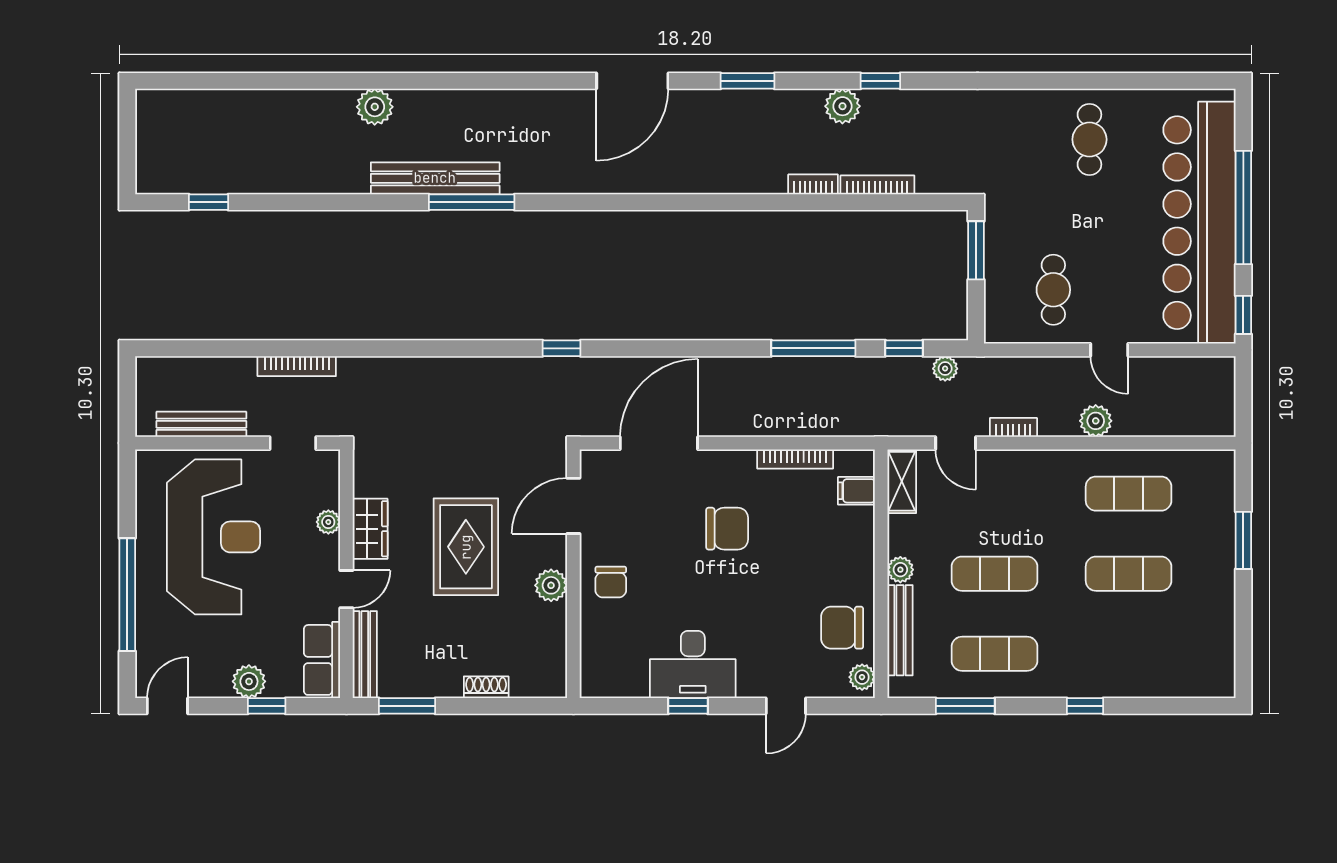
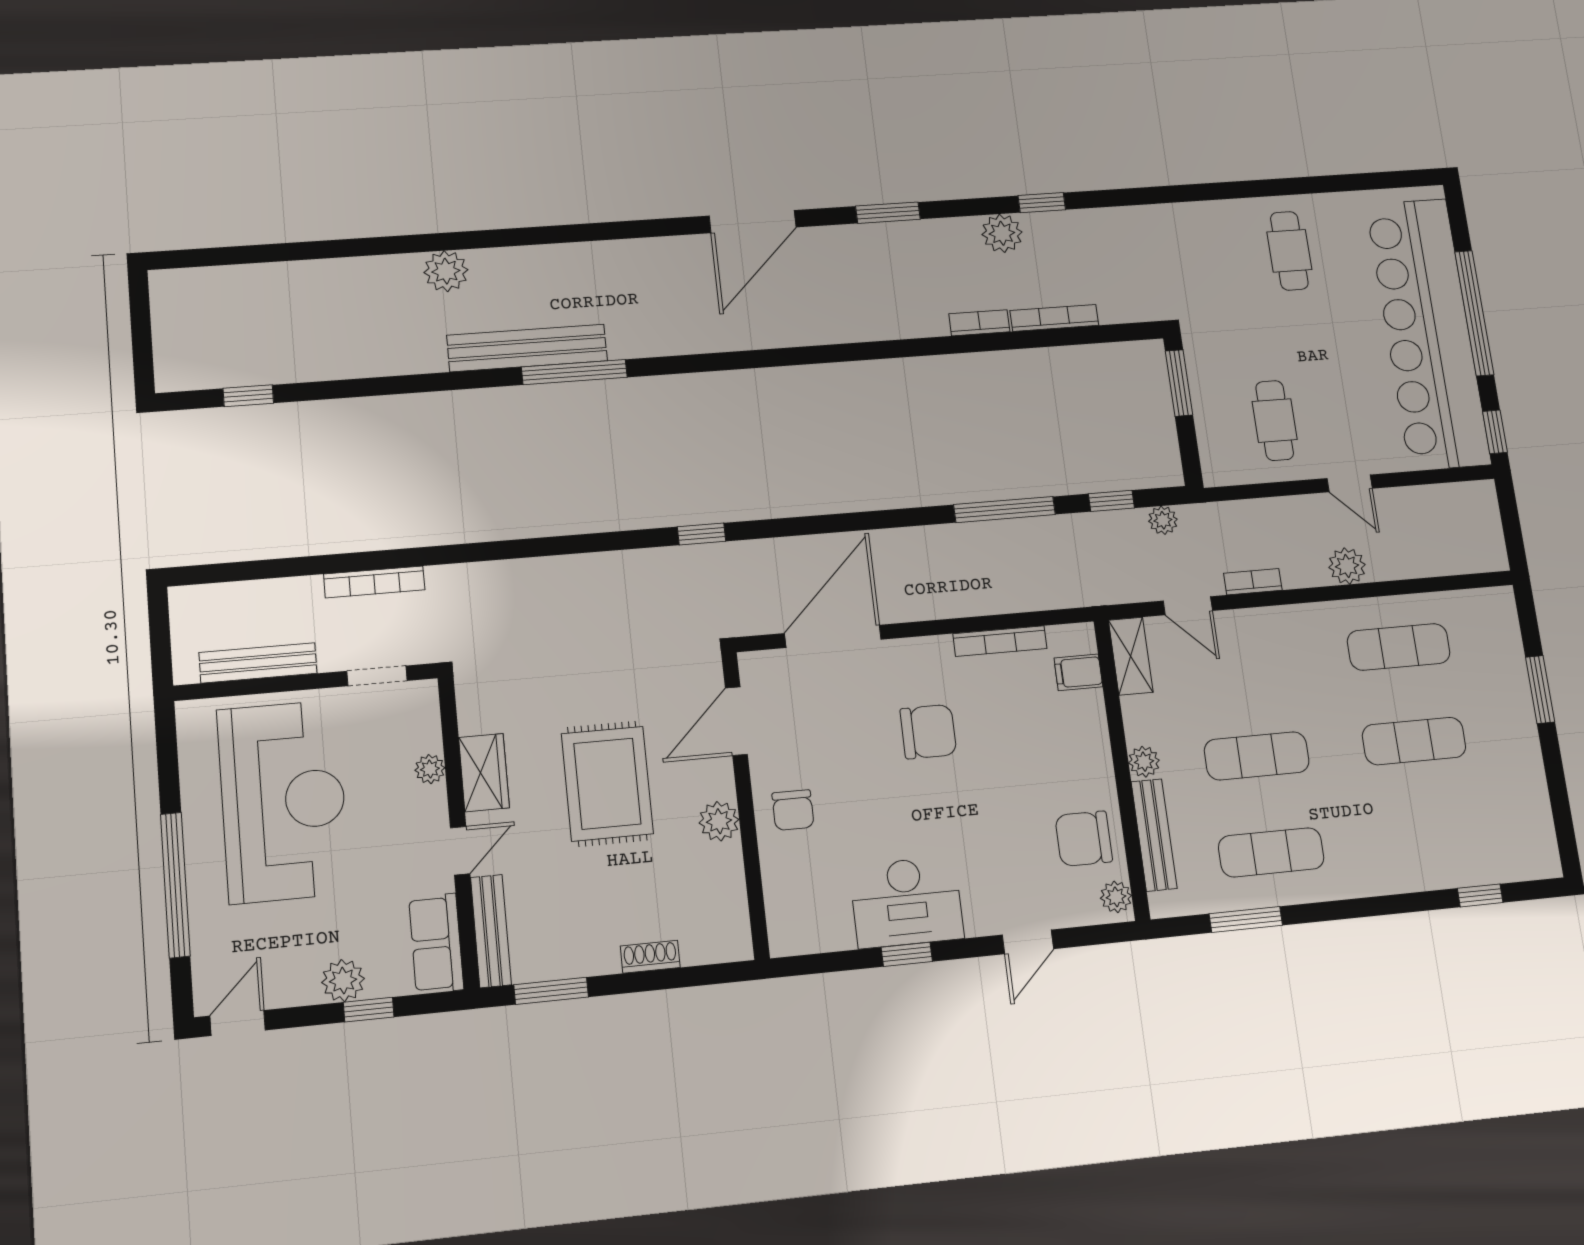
window: (1085, 706) -> (1480, 895), moved

